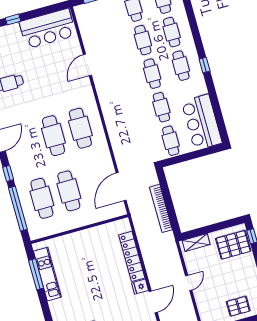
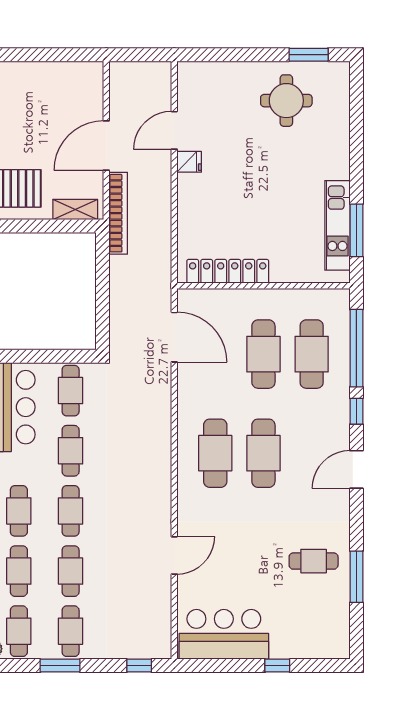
door: (121, 187) -> (174, 337), hinge flipped
bookcase: (161, 208) -> (118, 213), moved
locker: (132, 256) -> (228, 271), moved, turned -90
door: (189, 283) -> (106, 145), width x1.88
pallet: (238, 306) -> (35, 84), removed

